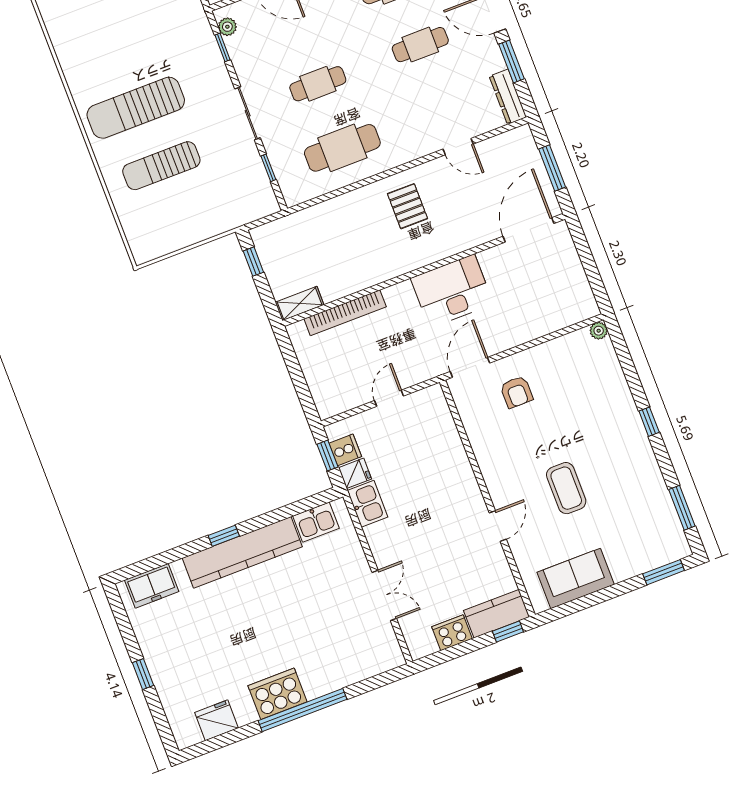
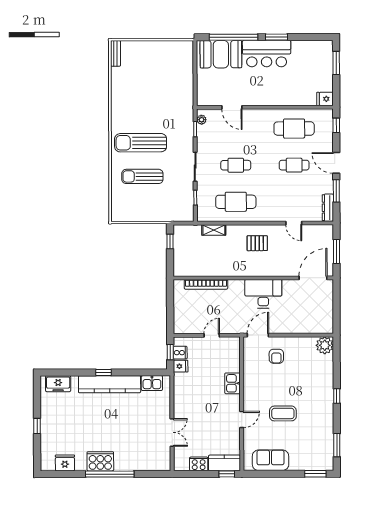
pallet: (407, 206) -> (257, 243), turned 90
shelving: (300, 304) -> (214, 230), moved
plant: (599, 331) -> (325, 345), width x1.87, depth x1.87
coffee table: (566, 488) -> (283, 413), turned 90
kitchen sink: (367, 504) -> (233, 383), moved, turned 180

